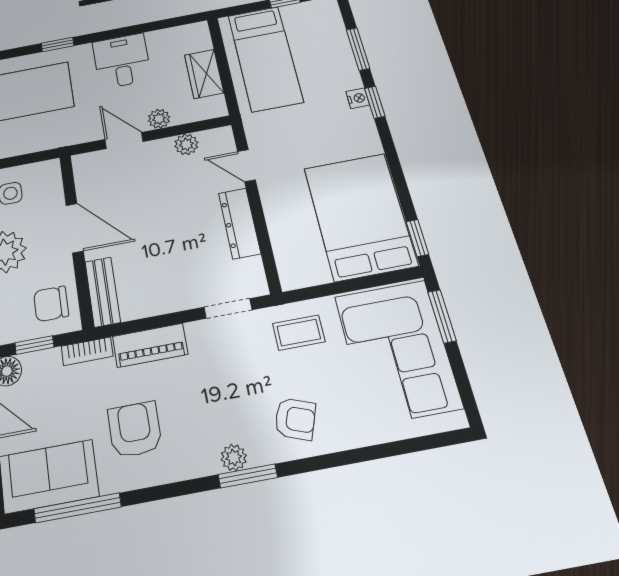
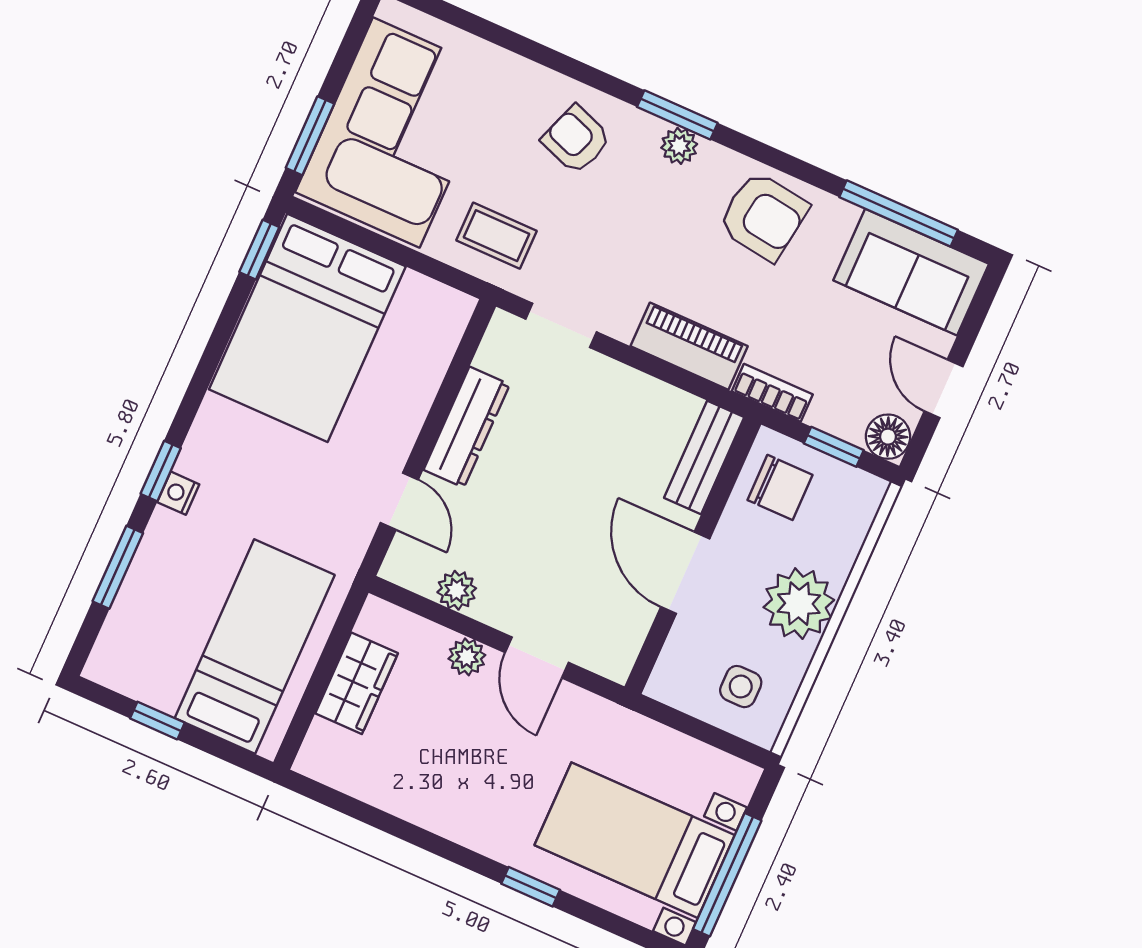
desk: (122, 61) -> (457, 790), removed
armchair: (135, 430) -> (763, 216), moved, turned -82

